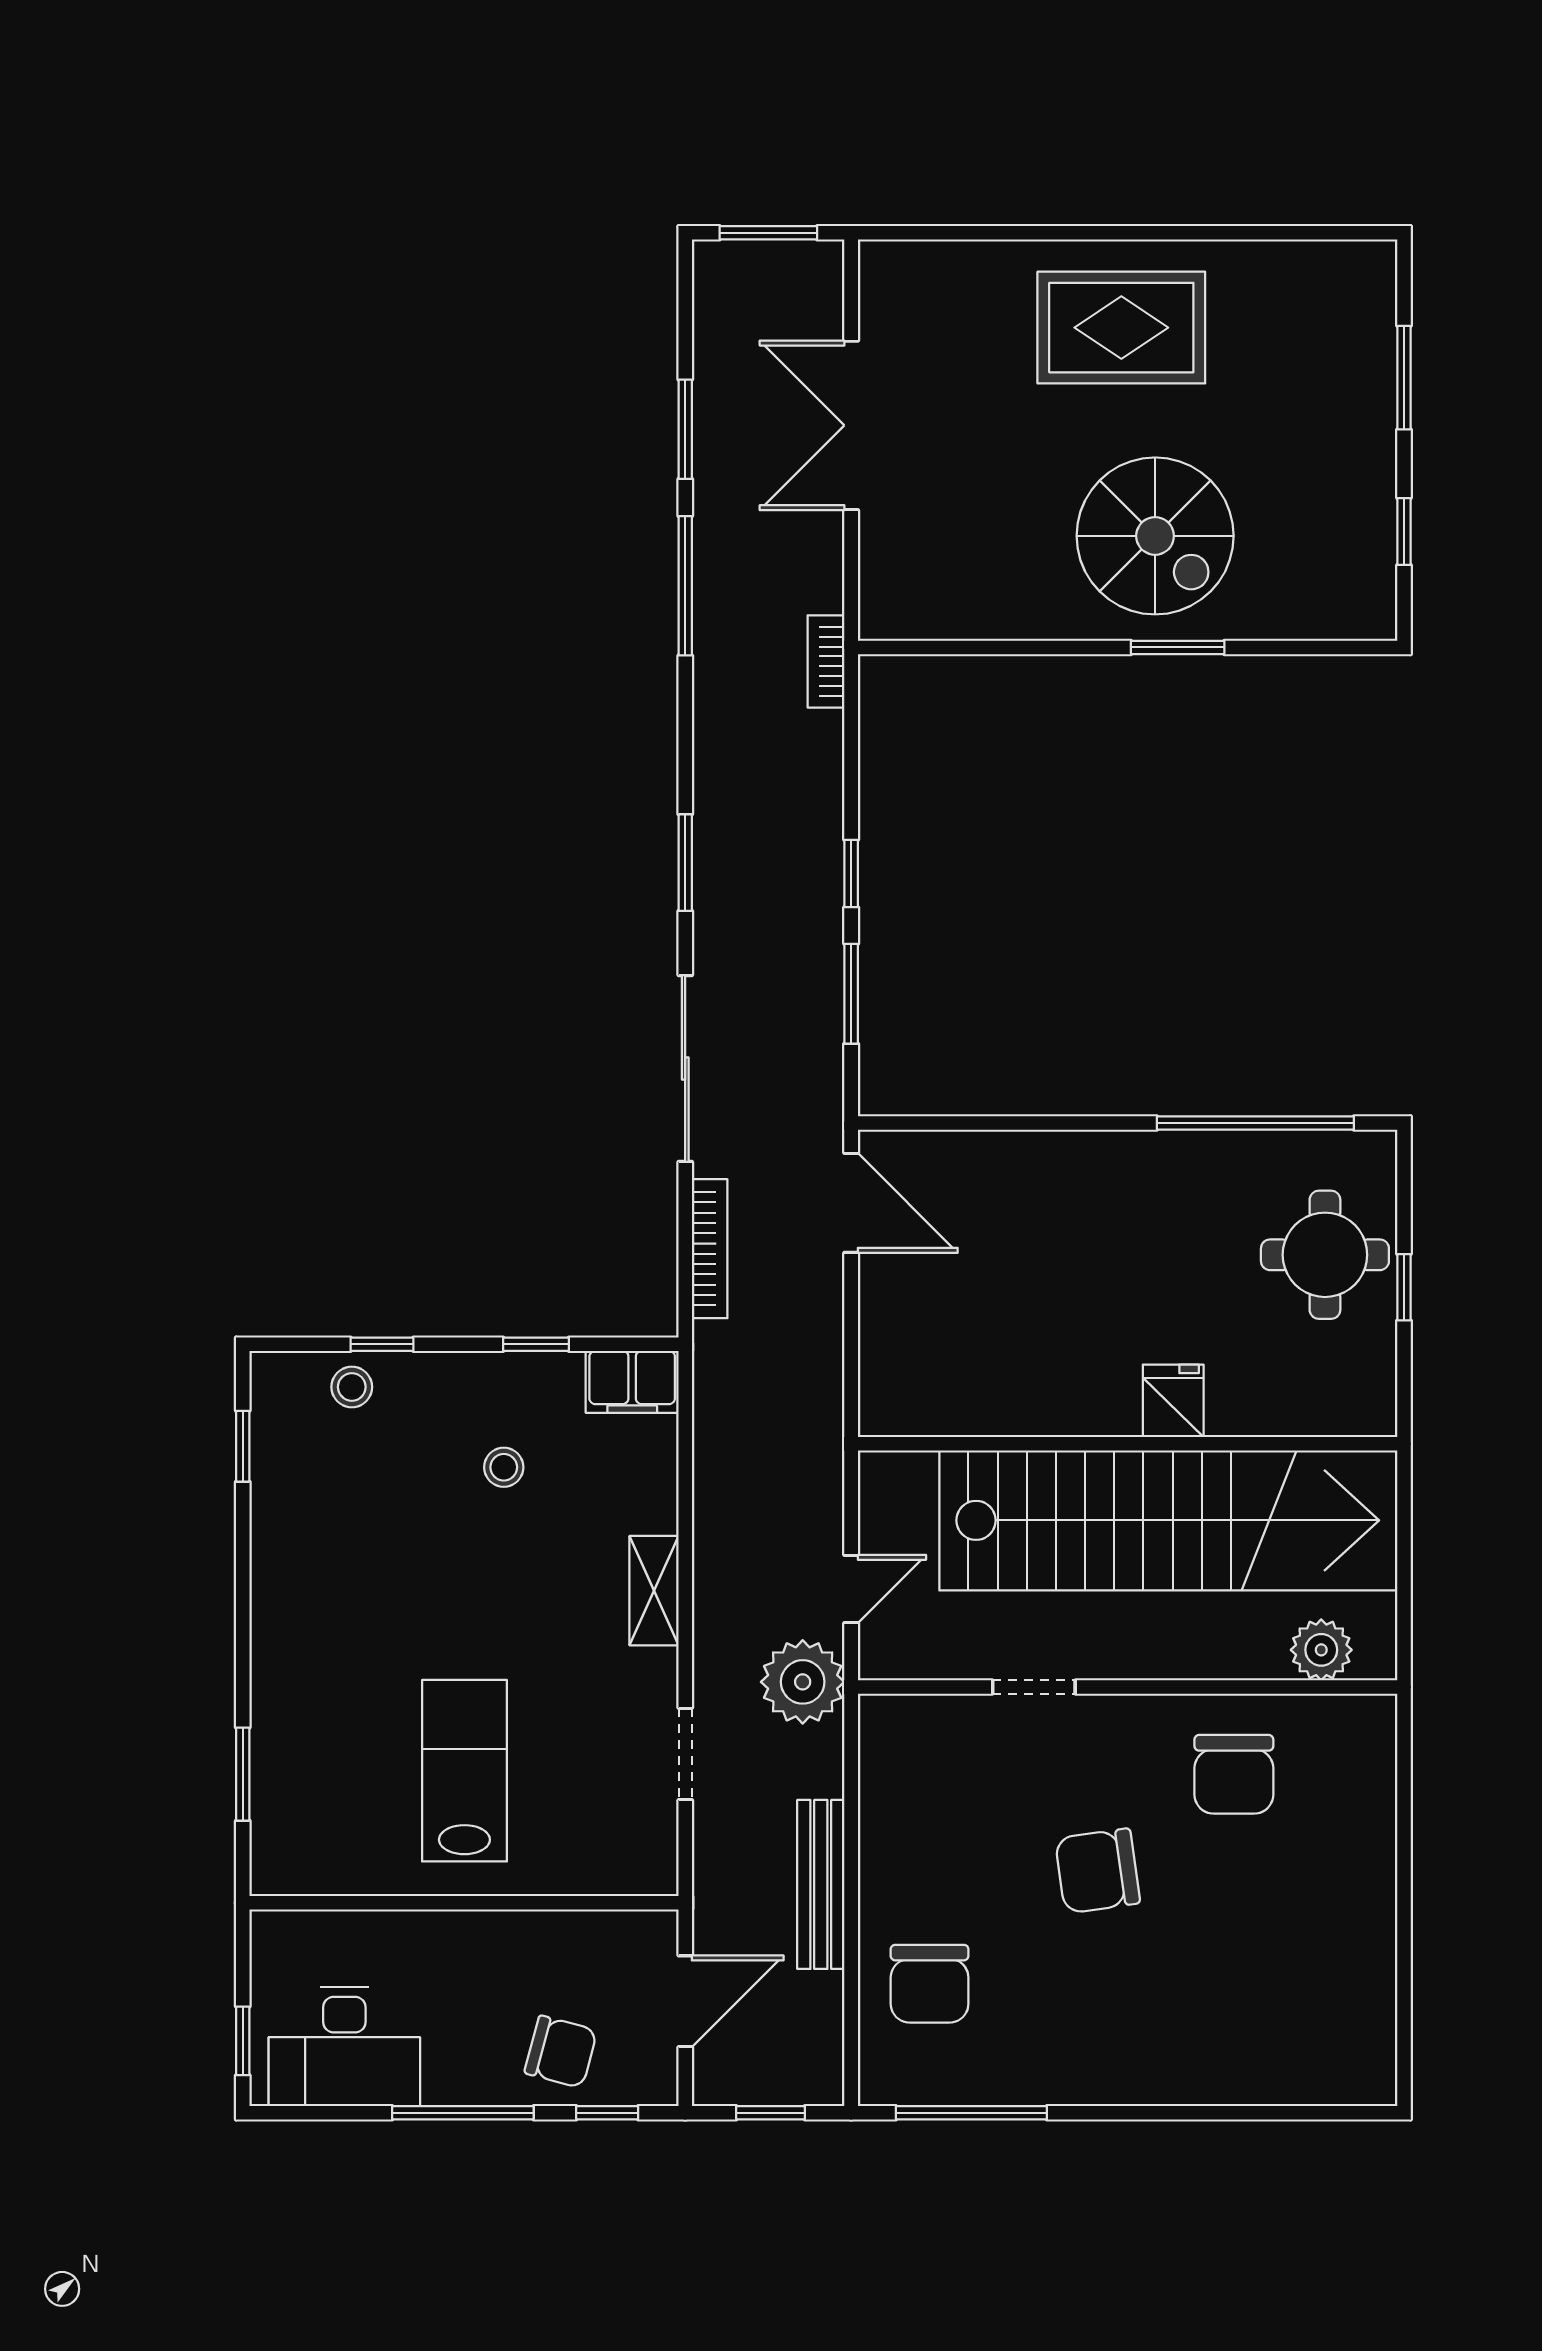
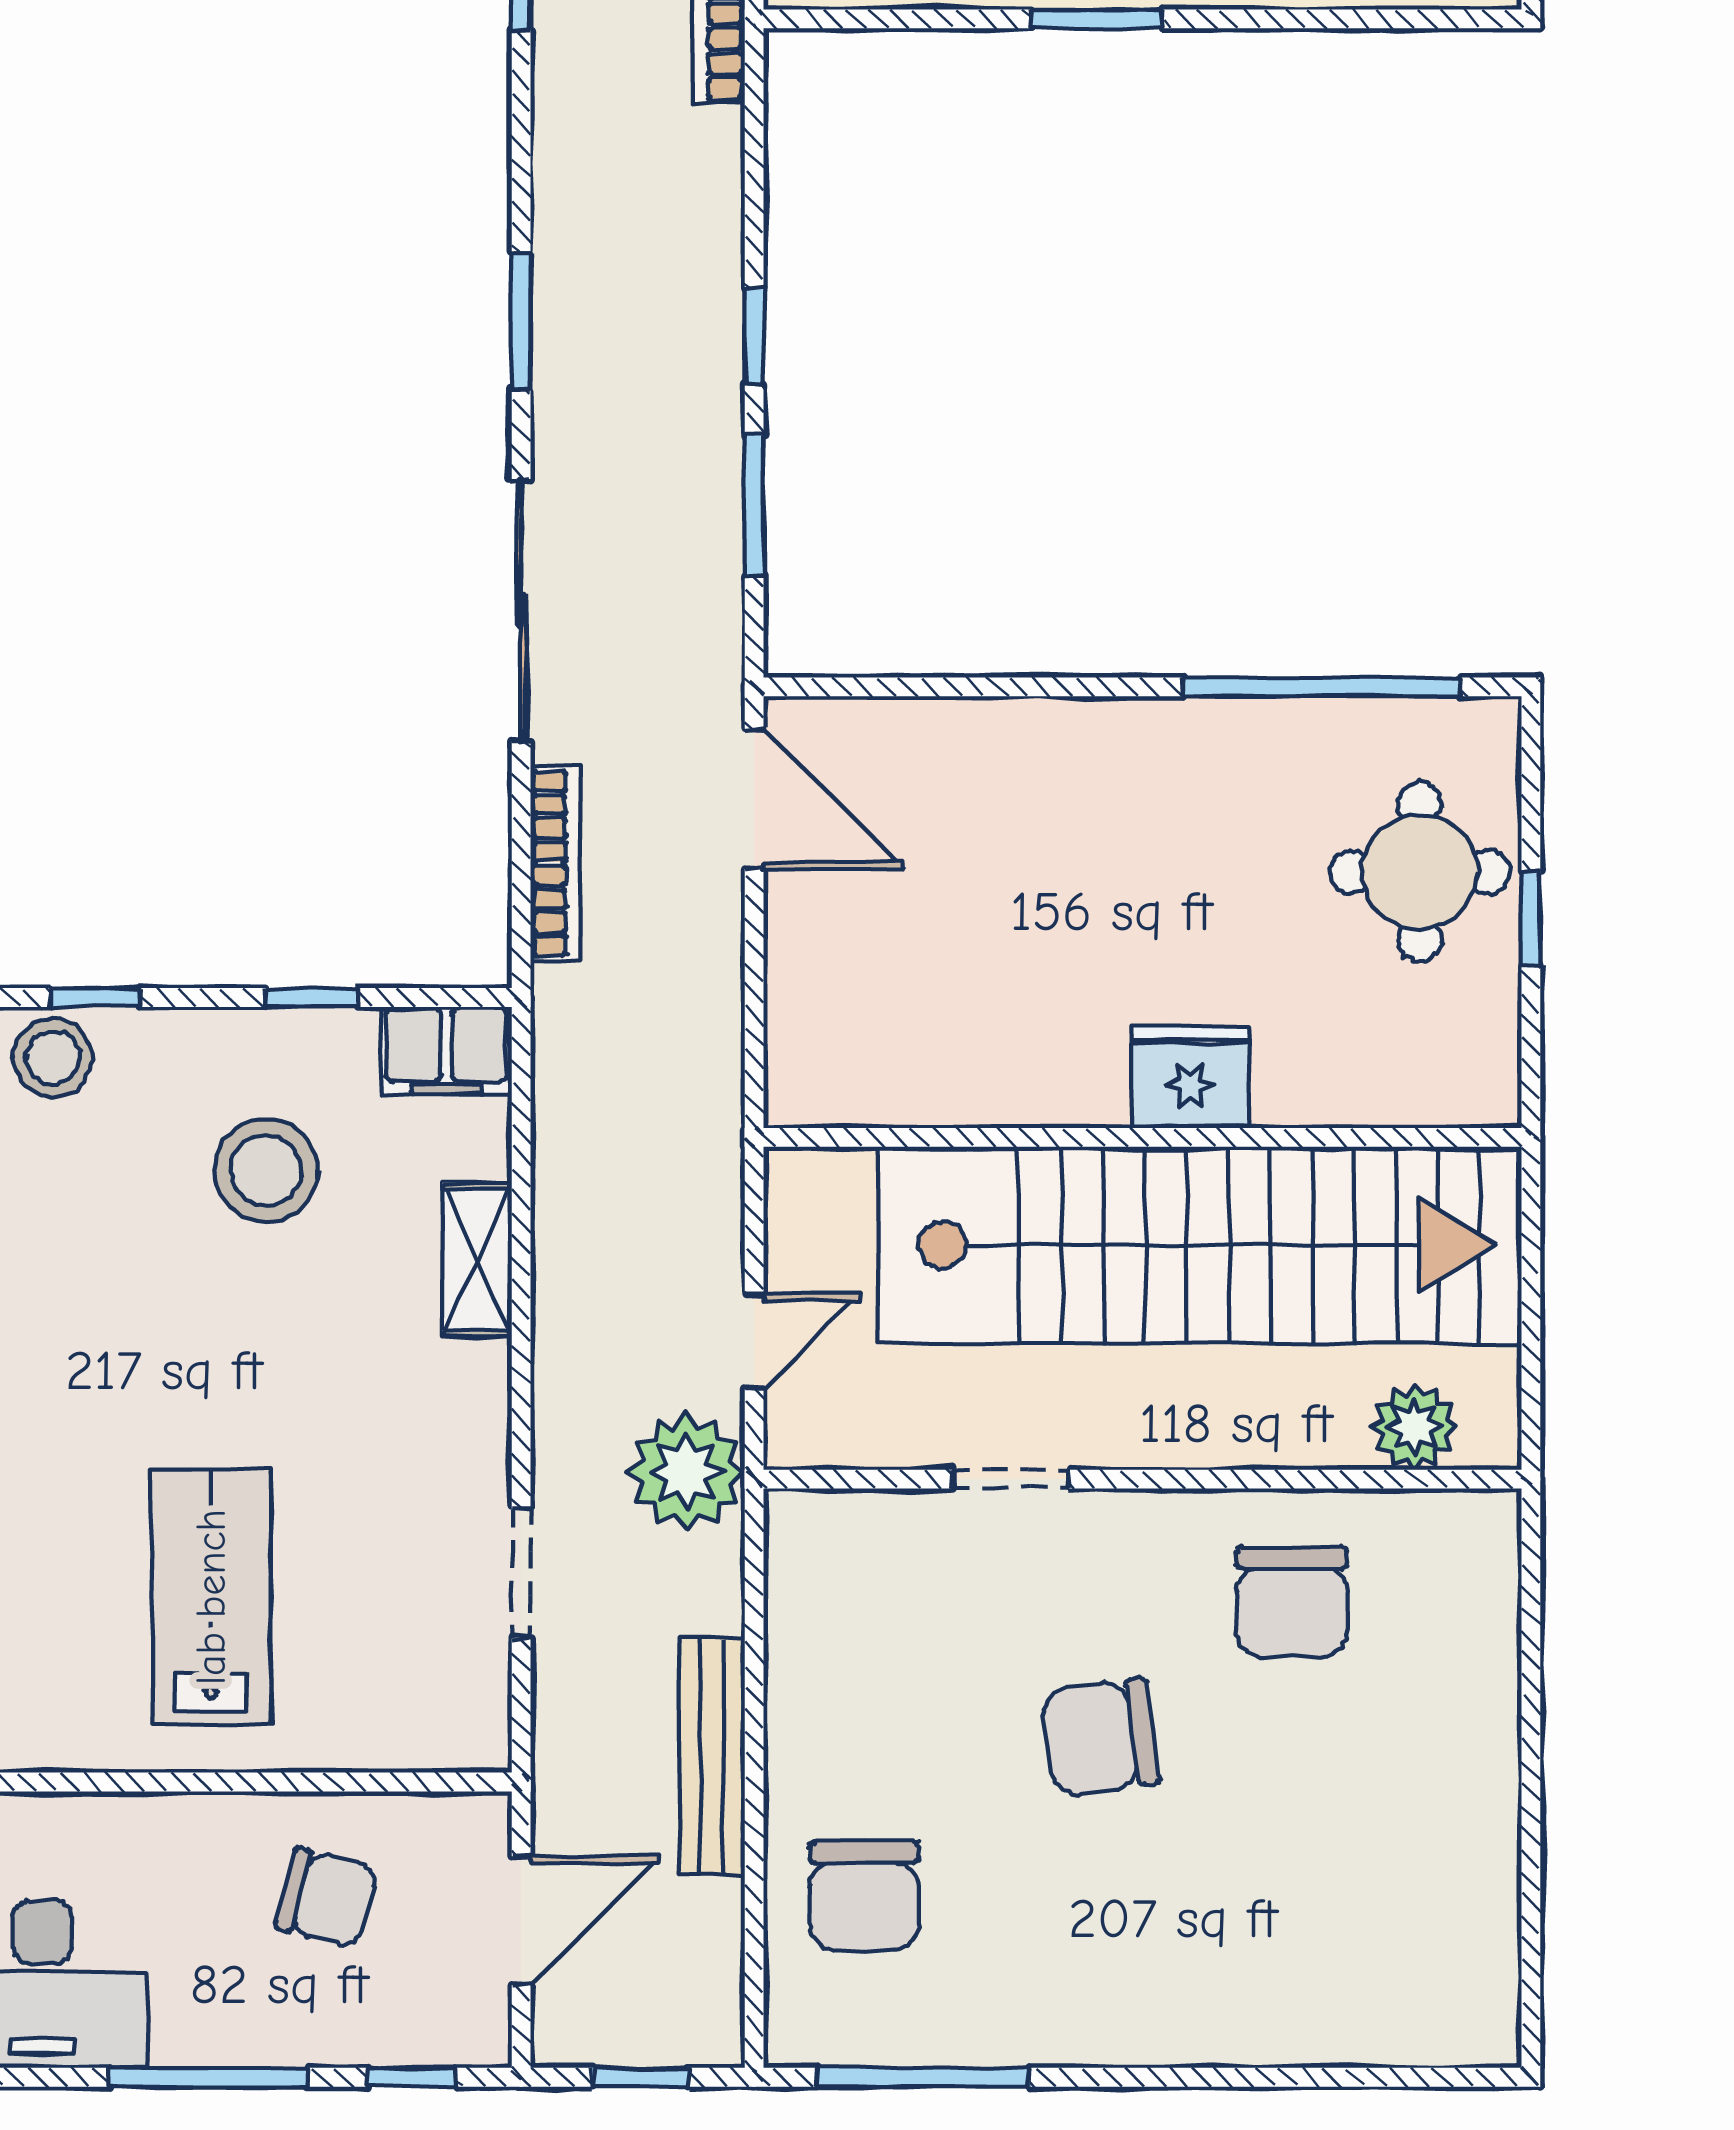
window: (1178, 647) -> (1097, 19), moved
stool: (352, 1387) -> (53, 1058), width x1.37, depth x1.37
fridge: (1173, 1401) -> (1190, 1077), width x1.38
stool: (504, 1467) -> (266, 1170), width x1.89, depth x1.89
shelving: (654, 1591) -> (477, 1260), moved
chair: (561, 2052) -> (326, 1898), moved

